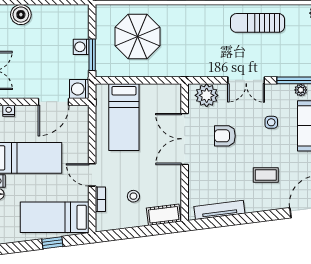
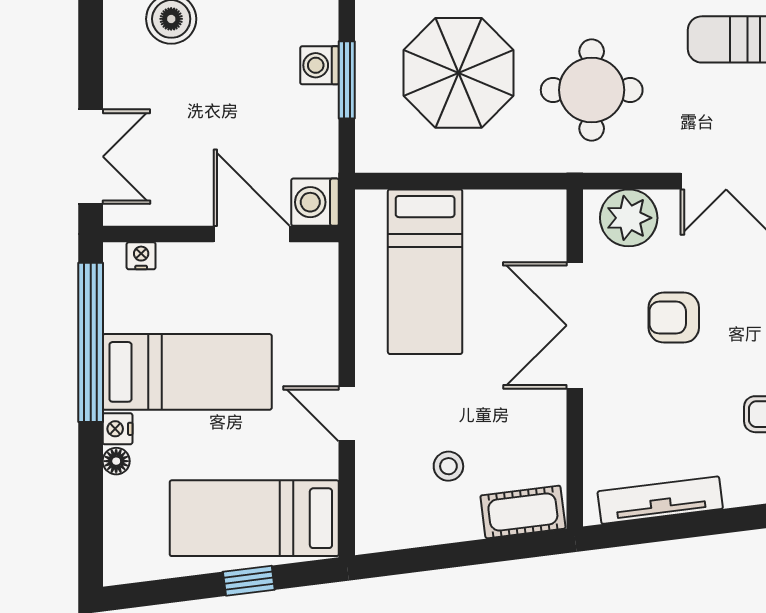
round table: (192, 43) -> (592, 90), added
washing machine: (81, 47) -> (320, 65), moved
window: (92, 55) -> (347, 80), moved
door: (54, 102) -> (252, 234), swing flipped
bookcase: (100, 199) -> (367, 474), removed

